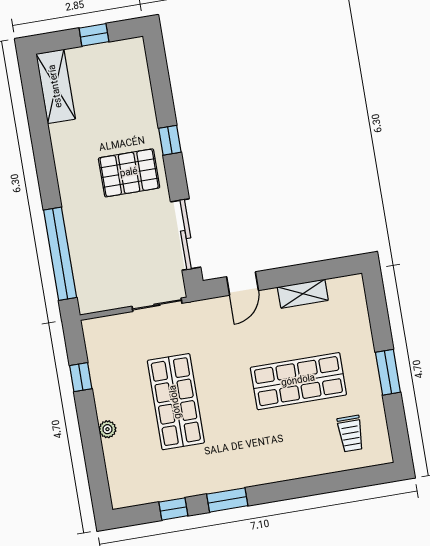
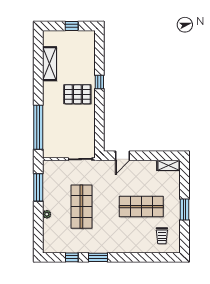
shelving: (56, 86) -> (49, 64), moved
sliding door: (186, 234) -> (99, 128), removed
shelving: (303, 294) -> (169, 165), moved
window: (81, 377) -> (38, 187), width x2.17

